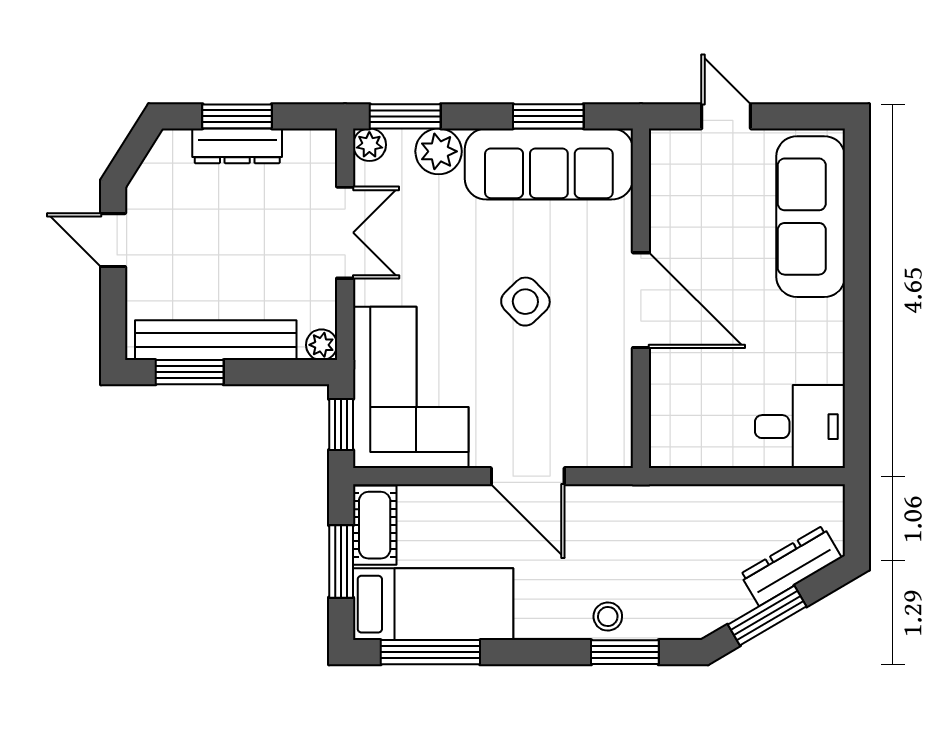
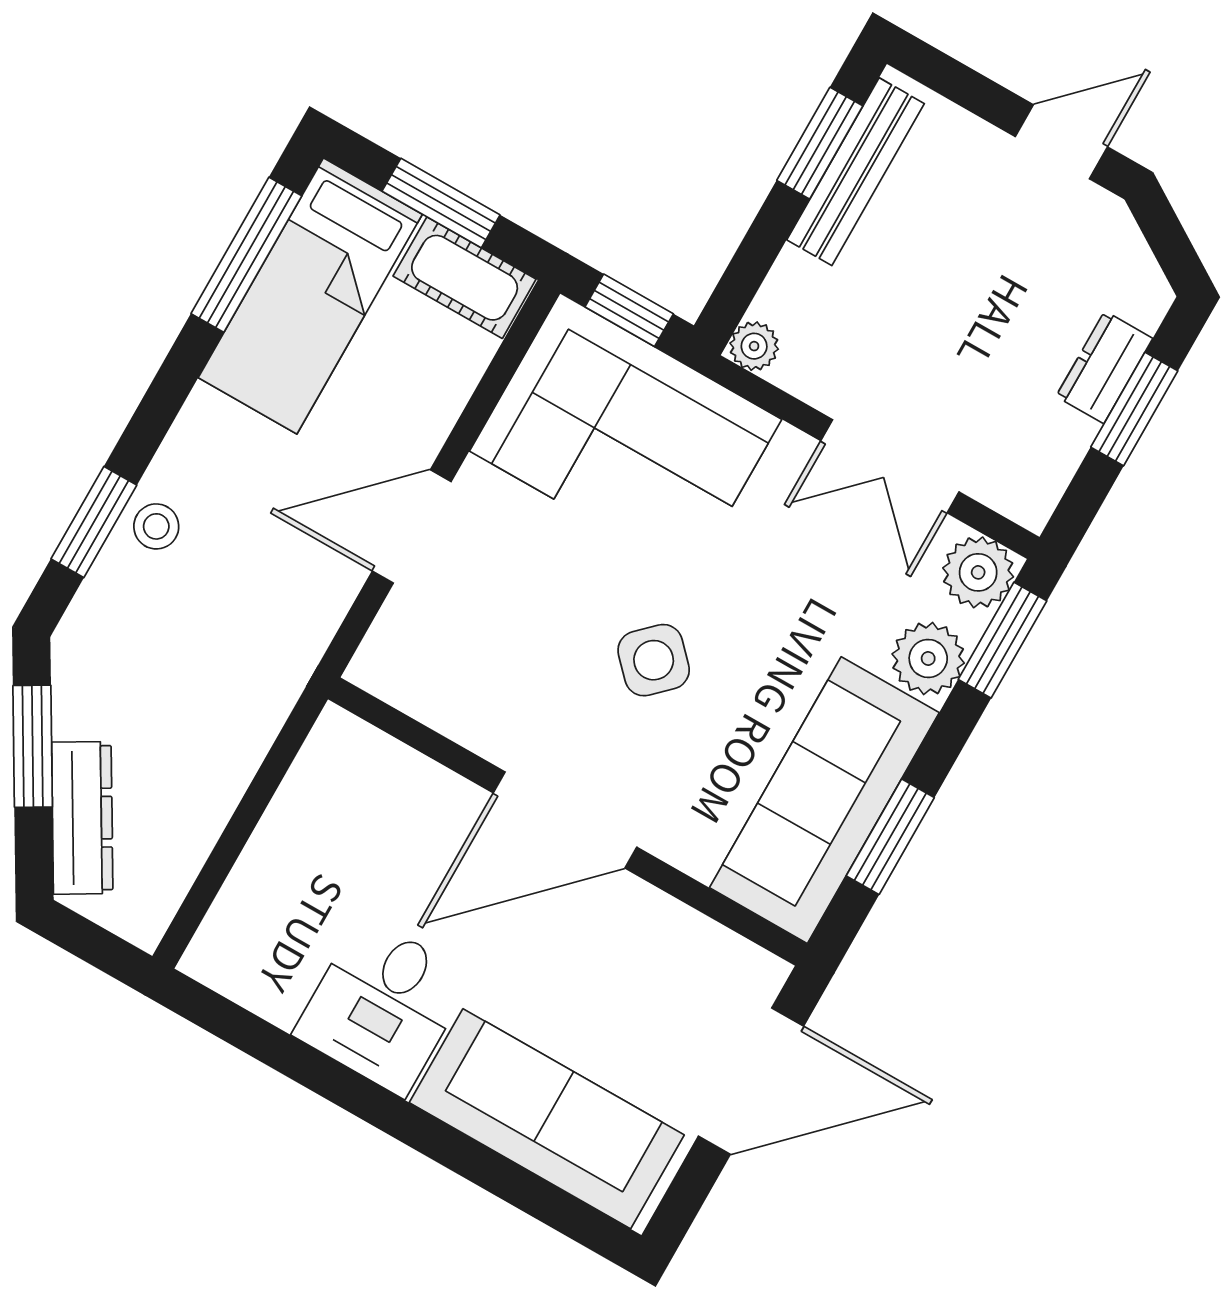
door: (726, 116) -> (751, 1081), width x1.88
plant: (369, 145) -> (978, 572), width x1.38, depth x1.38
dresser: (237, 146) -> (1104, 367), width x0.70
bench: (216, 340) -> (855, 172), width x0.73, depth x0.82
desk: (800, 427) -> (383, 1006), moved

